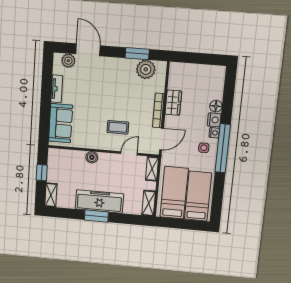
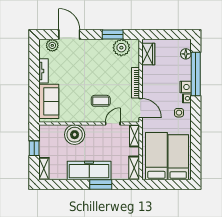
wardrobe: (173, 103) -> (148, 54), moved
floor lamp: (216, 106) -> (186, 54), moved
door: (162, 139) -> (141, 108), hinge flipped
window: (223, 148) -> (196, 74), moved
boiler: (92, 157) -> (75, 135), width x1.86, depth x1.86
window: (96, 216) -> (101, 184), moved

